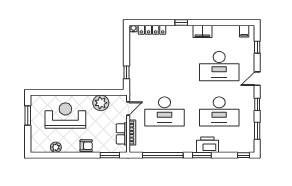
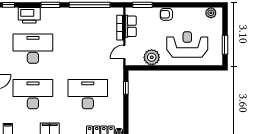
desk: (165, 111) -> (88, 94), moved
reception desk: (65, 116) -> (187, 45), turned 180
printer: (207, 145) -> (29, 15), moved
plant: (56, 147) -> (211, 13), moved

